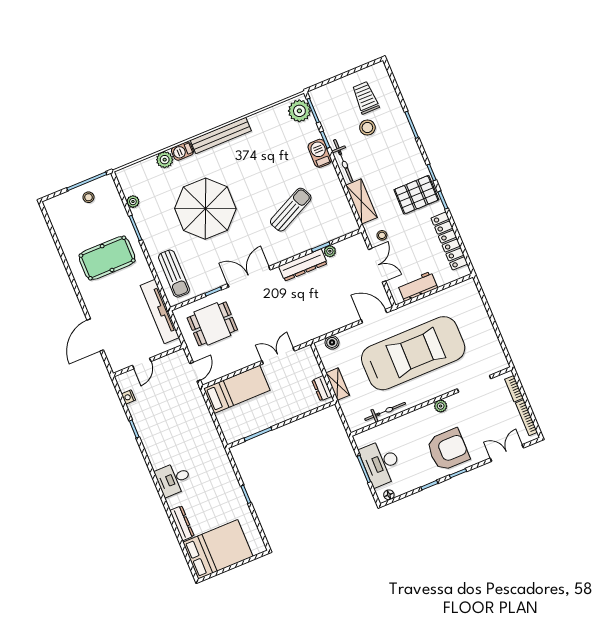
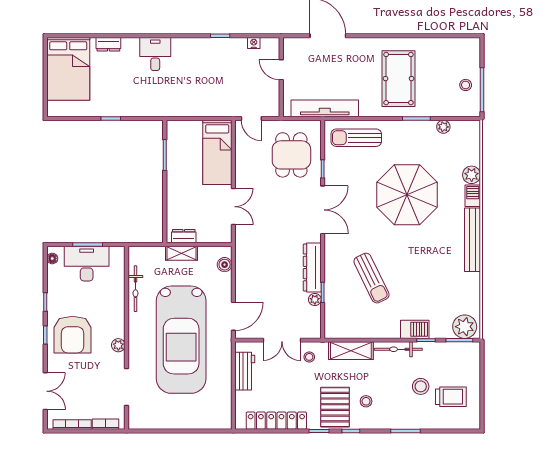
stool: (400, 170) -> (366, 401), added
dresser: (182, 523) -> (108, 44), width x0.70

